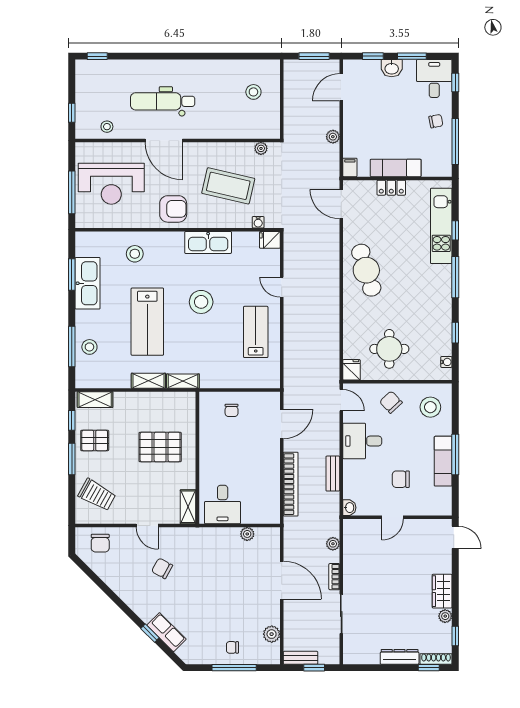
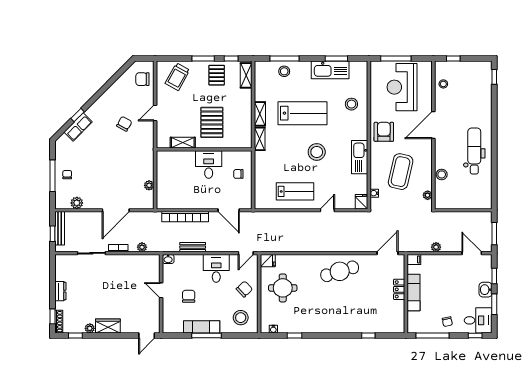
stool: (253, 92) -> (442, 174), moved
dental chair: (163, 101) -> (474, 151), moved
armchair: (173, 209) -> (384, 132), turned 180
kitchen unit: (441, 226) -> (372, 325), removed
window: (455, 277) -> (335, 336), removed
lab bench: (147, 322) -> (302, 113), turned 180
desk: (223, 505) -> (209, 164), moved, turned 90
shelving: (188, 507) -> (183, 143), moved
dresser: (400, 657) -> (60, 291), width x0.70
bench: (301, 658) -> (60, 228), width x1.36

